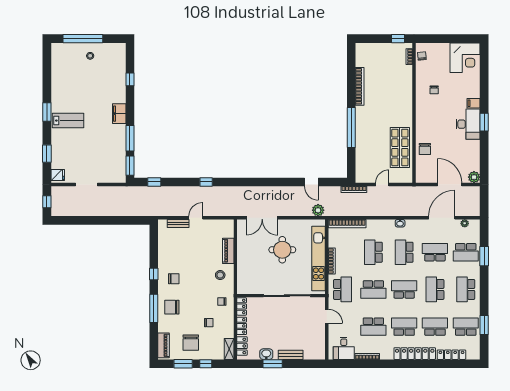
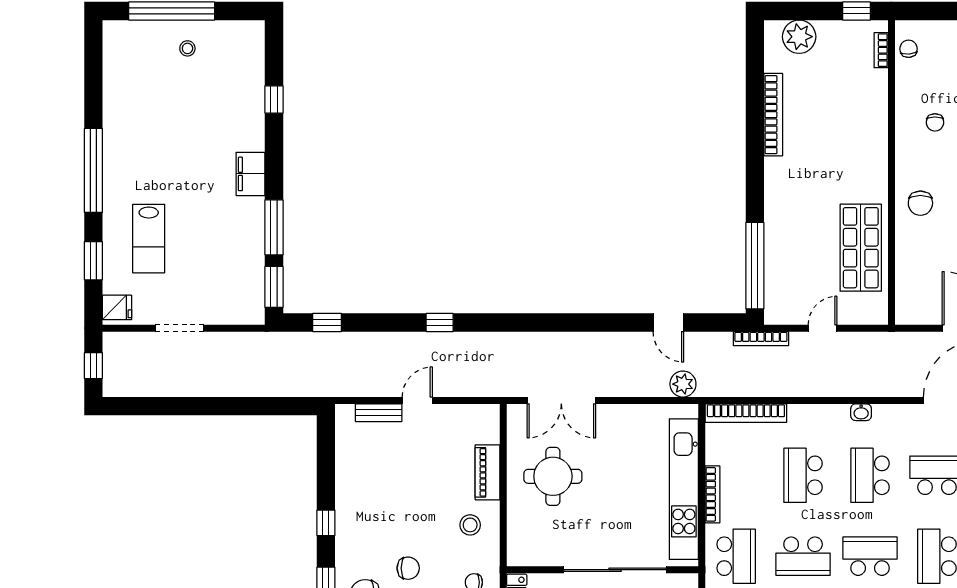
plant: (372, 50) -> (799, 37), added
window: (47, 112) -> (93, 170), width x2.11
lab bench: (68, 121) -> (149, 239), moved, turned 90
window: (351, 128) -> (755, 266), moved
chair: (425, 149) -> (920, 203), moved
round table: (282, 250) -> (553, 476), moved
chair: (174, 279) -> (408, 568), moved

